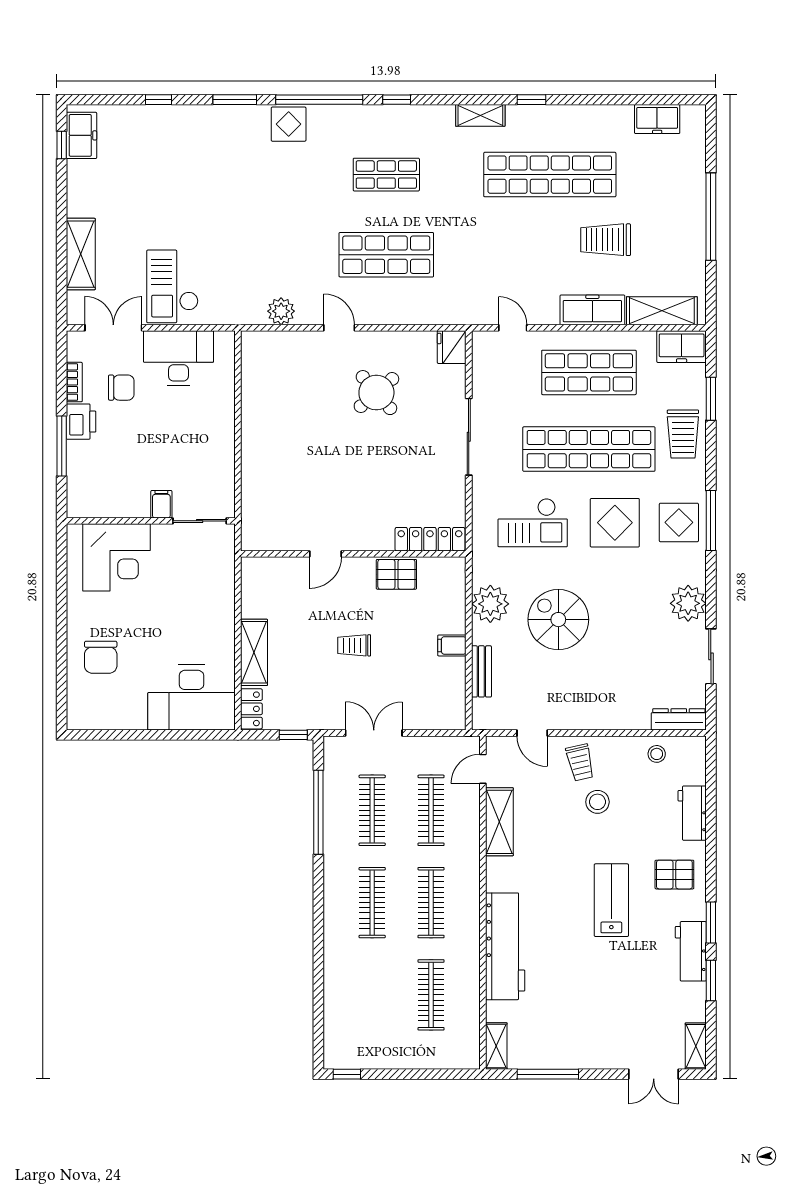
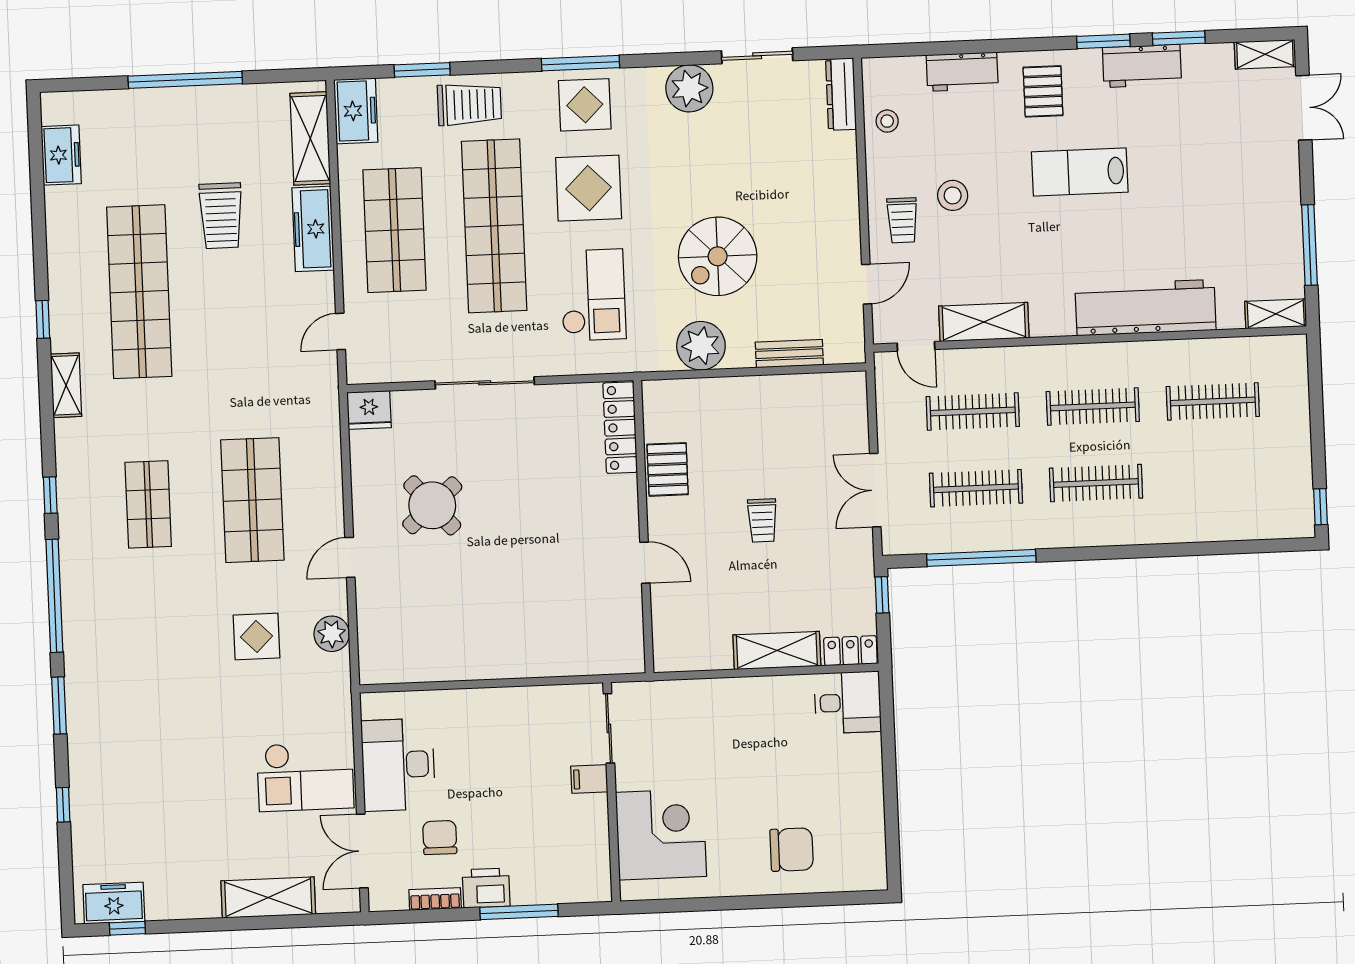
display table: (289, 124) -> (256, 637), moved
filing cabinet: (452, 645) -> (757, 393), removed
desk: (191, 698) -> (848, 702), width x0.53, depth x0.77
trolley: (580, 762) -> (902, 220), turned 103

